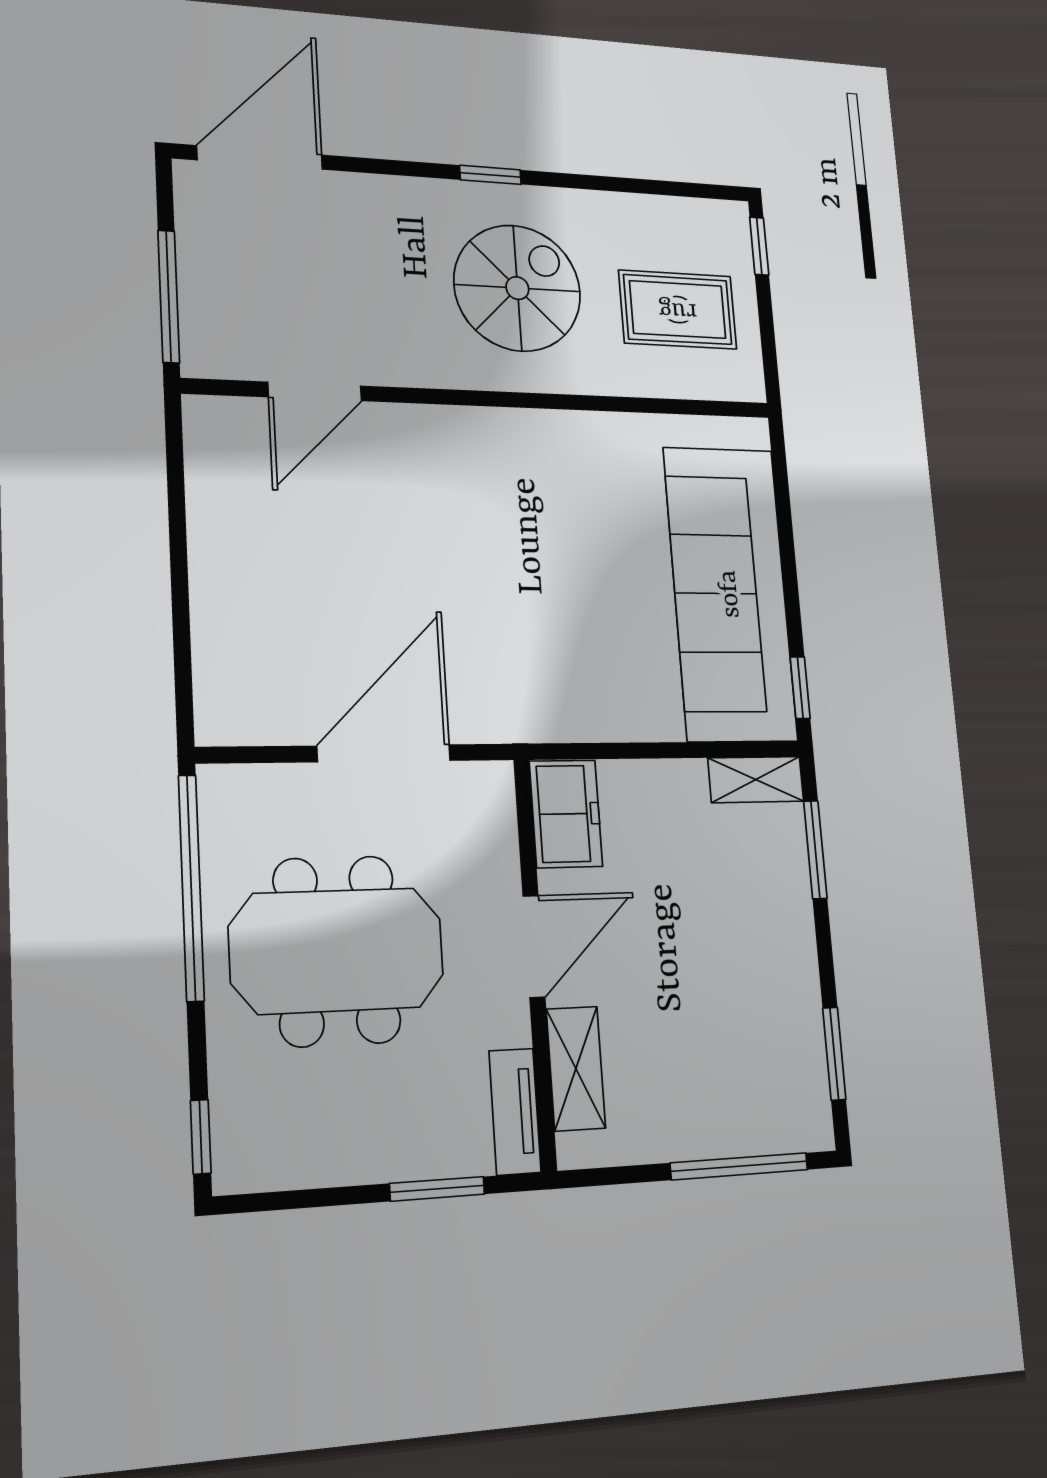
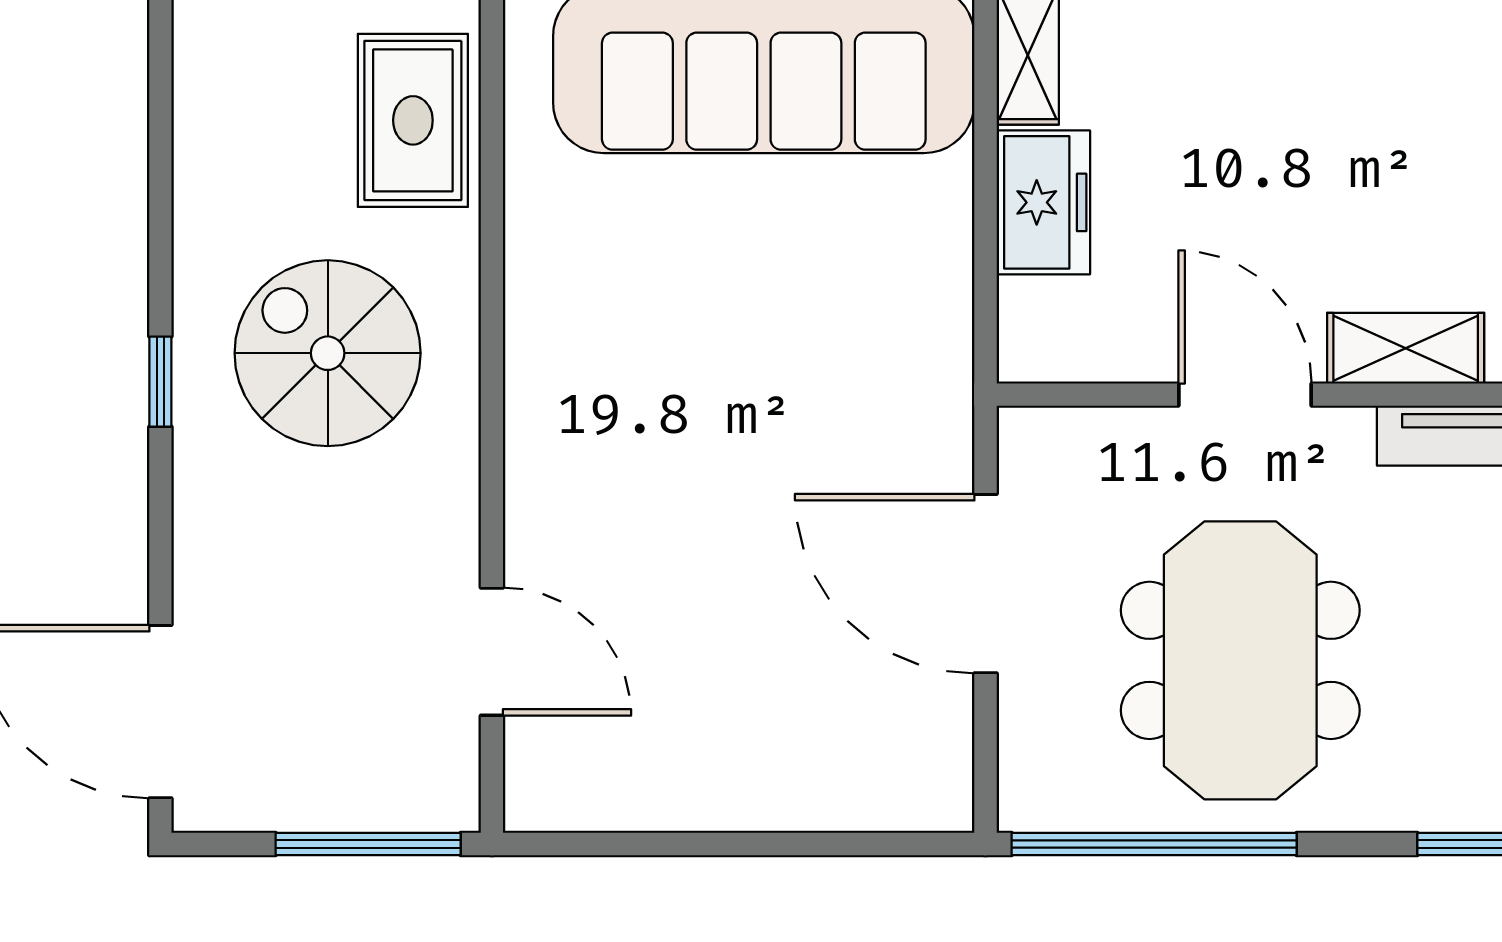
rug: (678, 310) -> (413, 120), moved
freezer: (566, 814) -> (1043, 202), moved, turned 90

